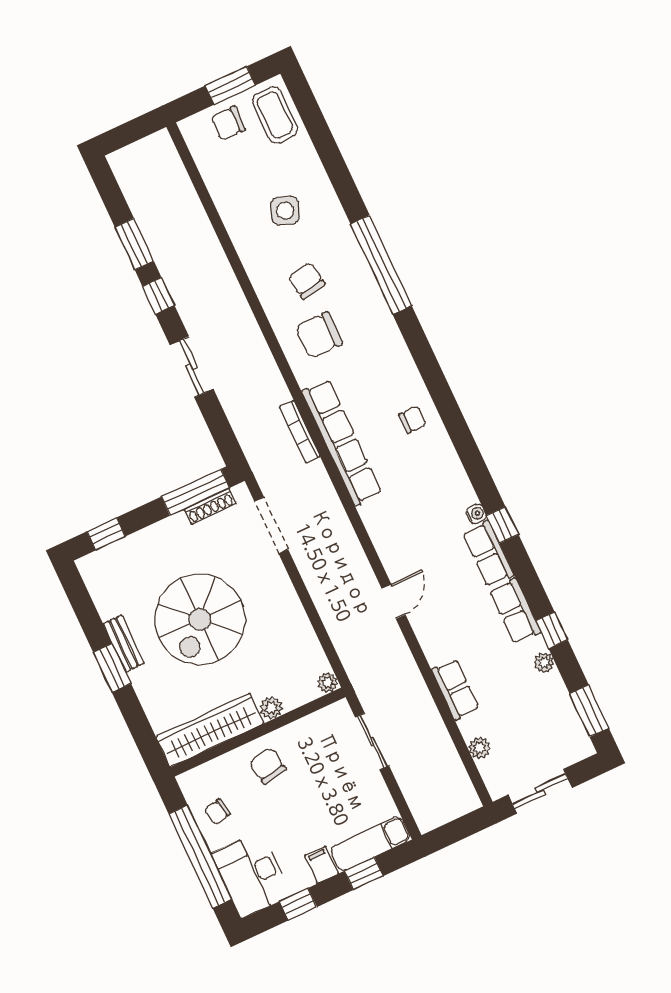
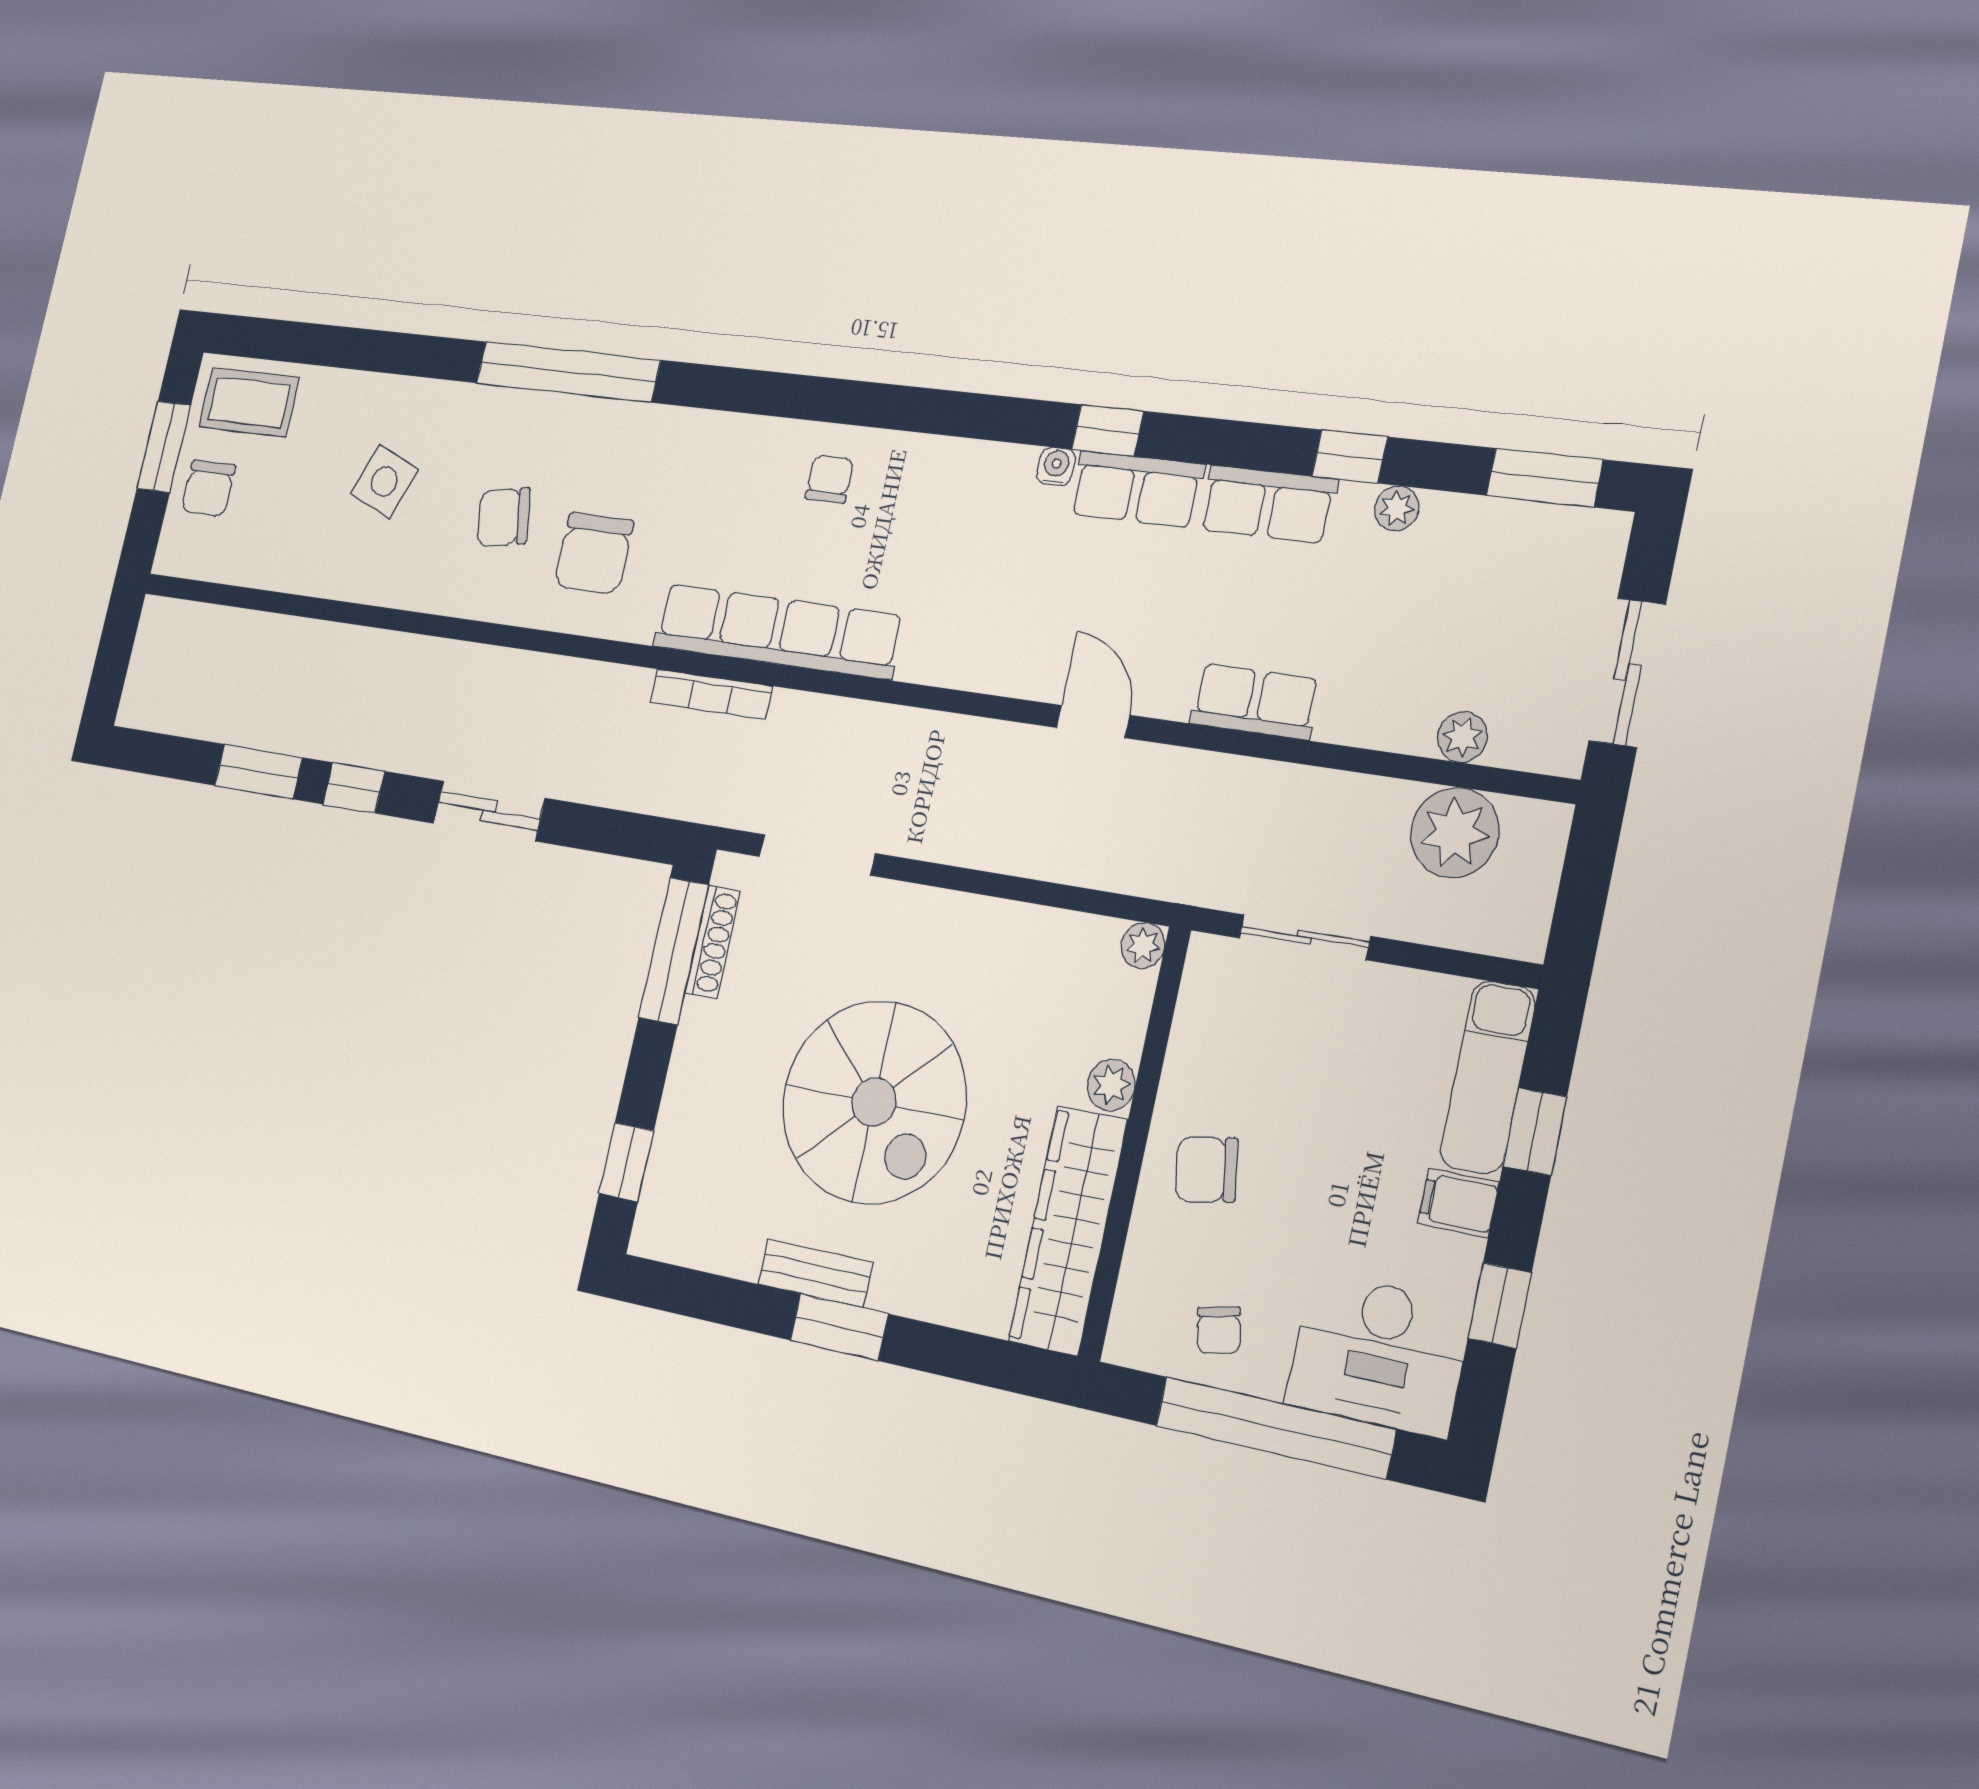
row of seats: (455, 689) -> (1255, 701), moved
plant: (445, 770) -> (1455, 832), added

